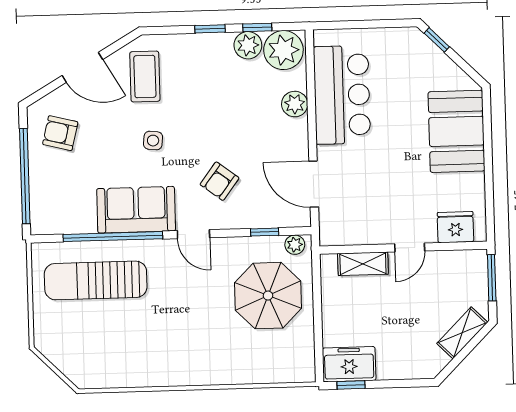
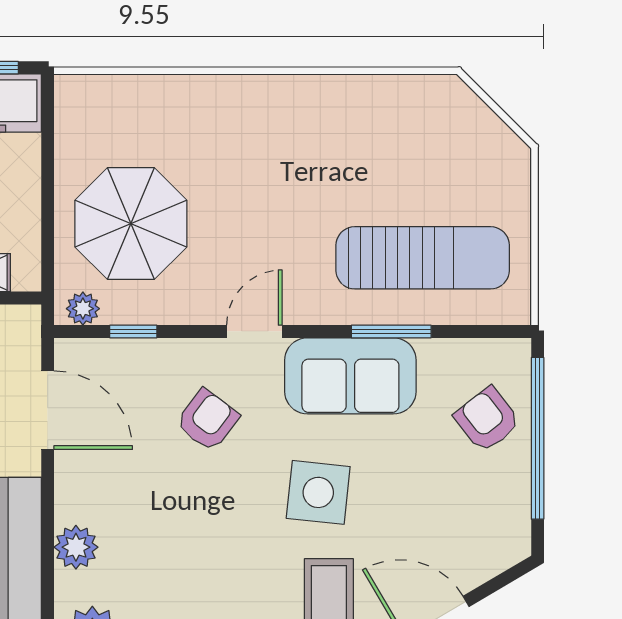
armchair: (60, 133) -> (487, 419), moved, turned -142
side table: (153, 141) -> (318, 492), width x1.87, depth x1.87
door: (193, 234) -> (254, 331), hinge flipped
window: (113, 237) -> (391, 331), width x0.47

